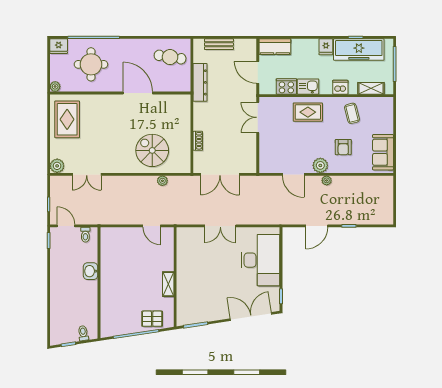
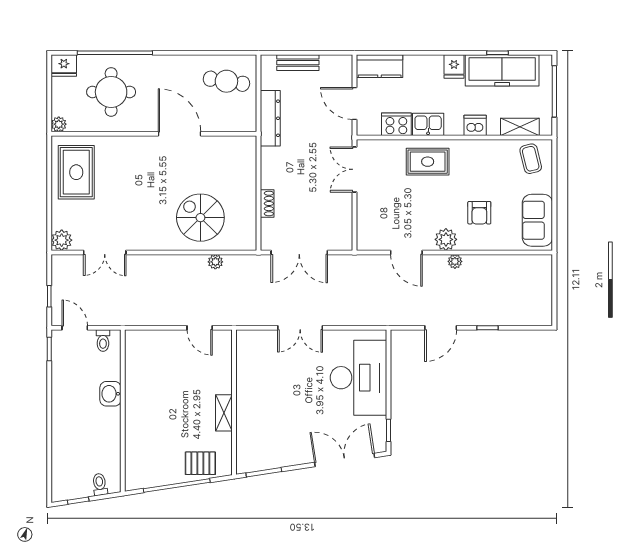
coffee table: (352, 113) -> (531, 159), moved

